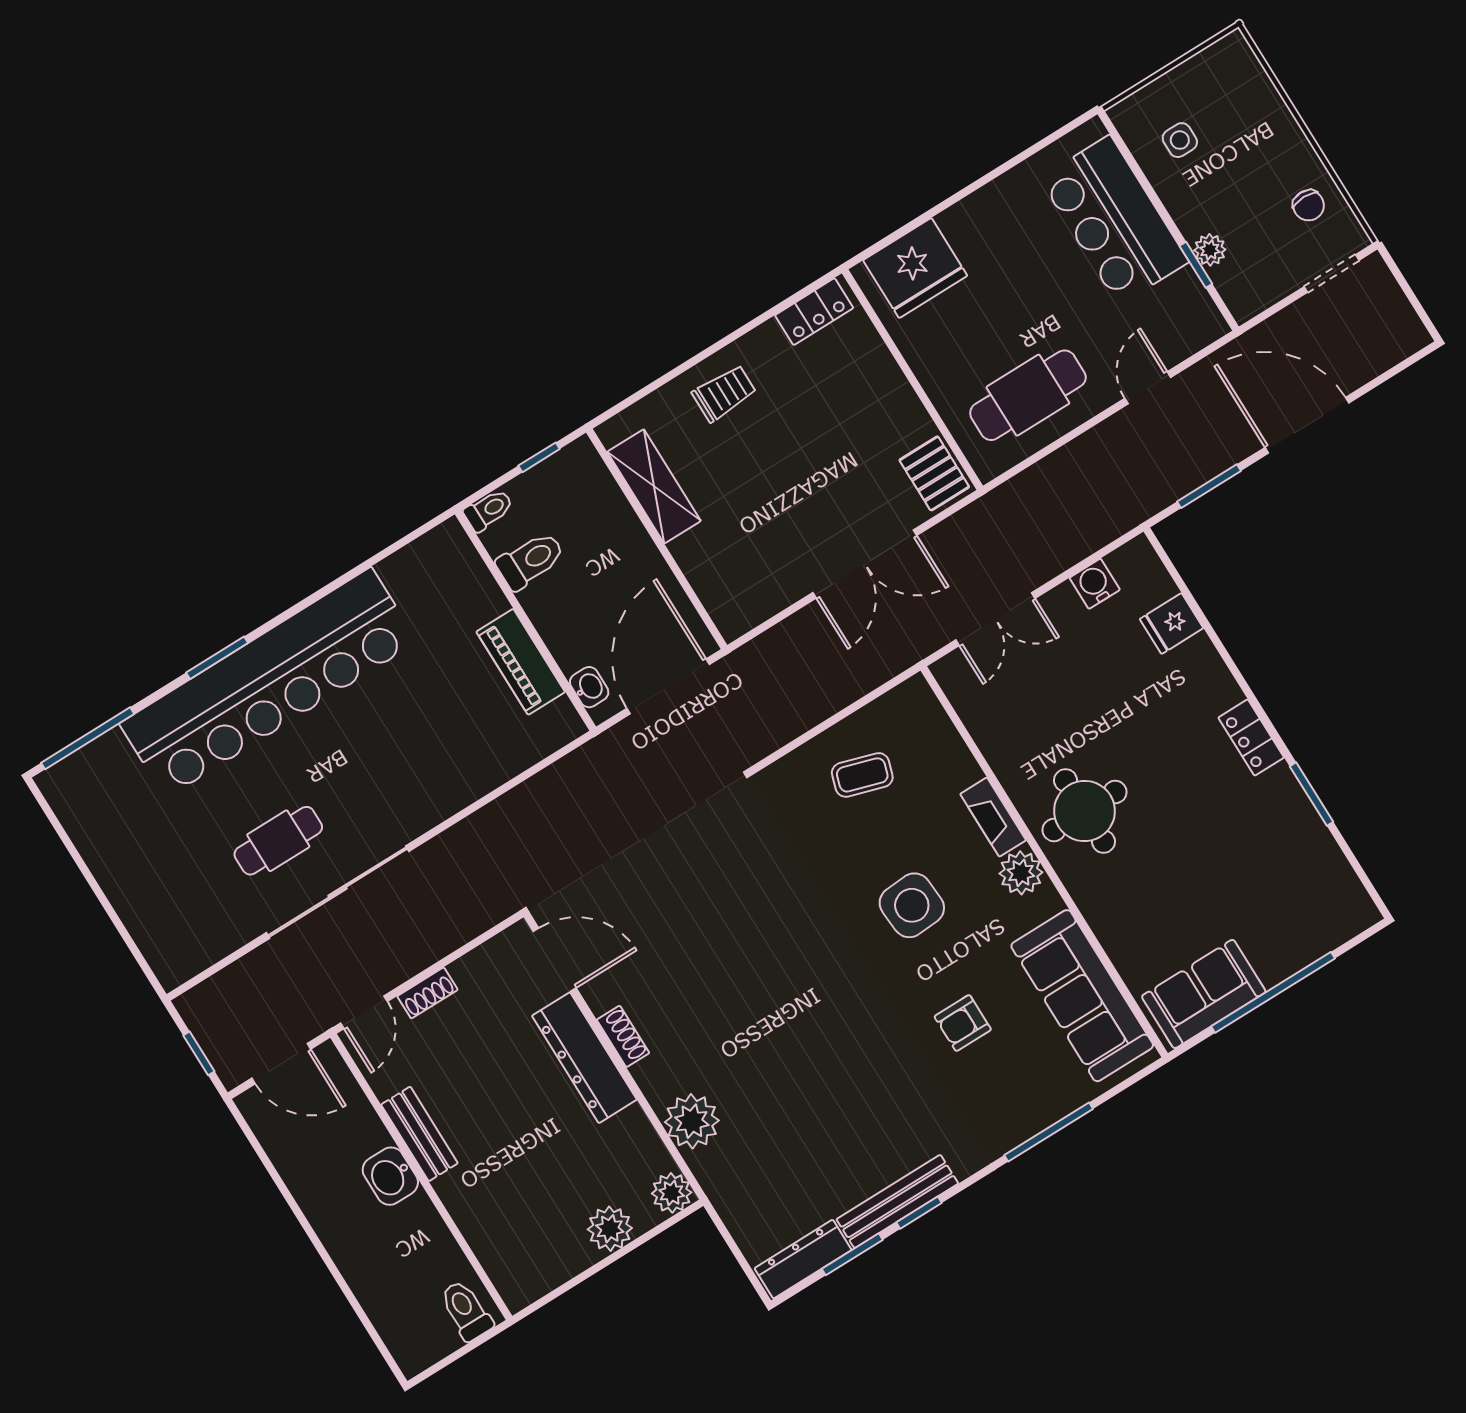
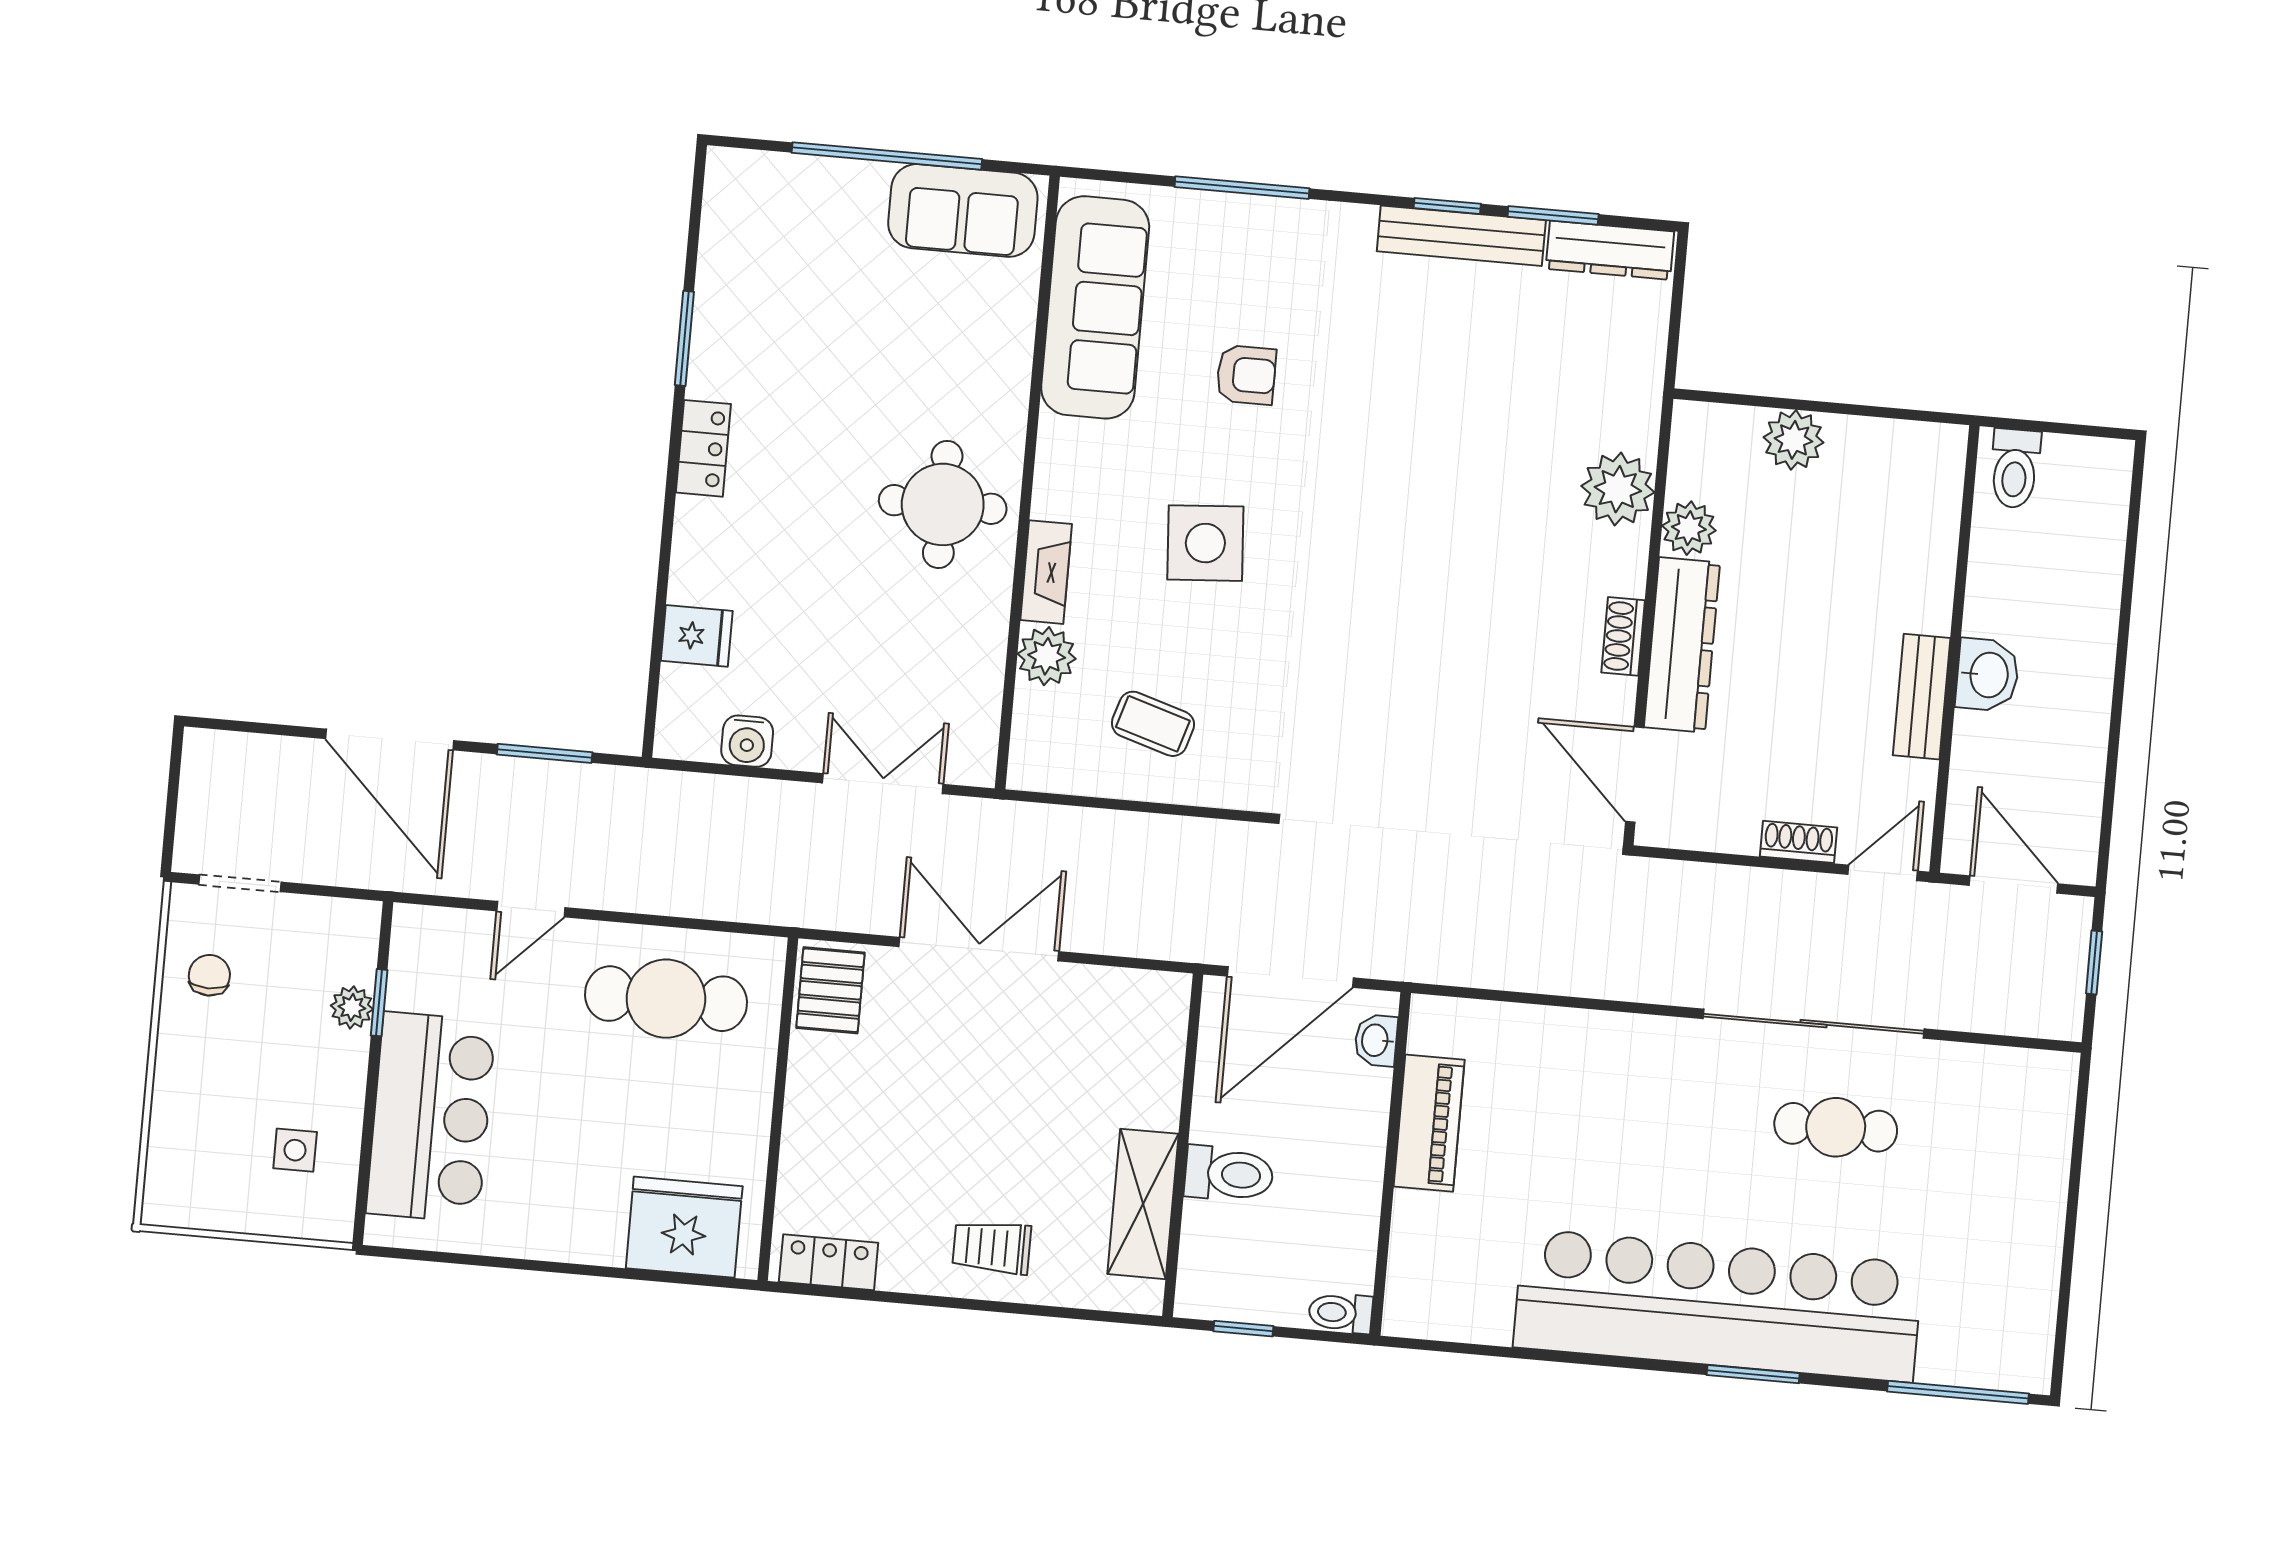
toilet: (530, 560) -> (1229, 1174), moved, turned 180
plant: (1021, 873) -> (1047, 656), moved
plant: (672, 1193) -> (1689, 528), moved

